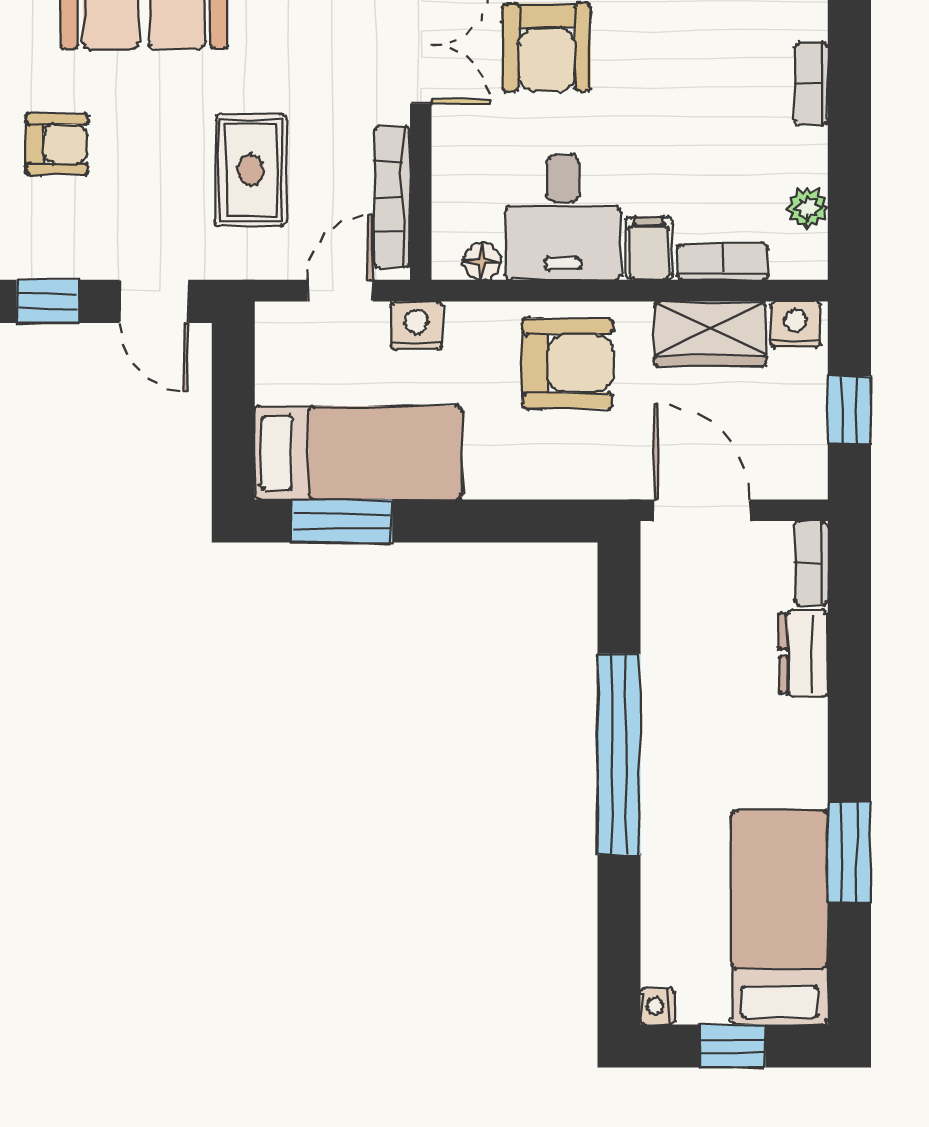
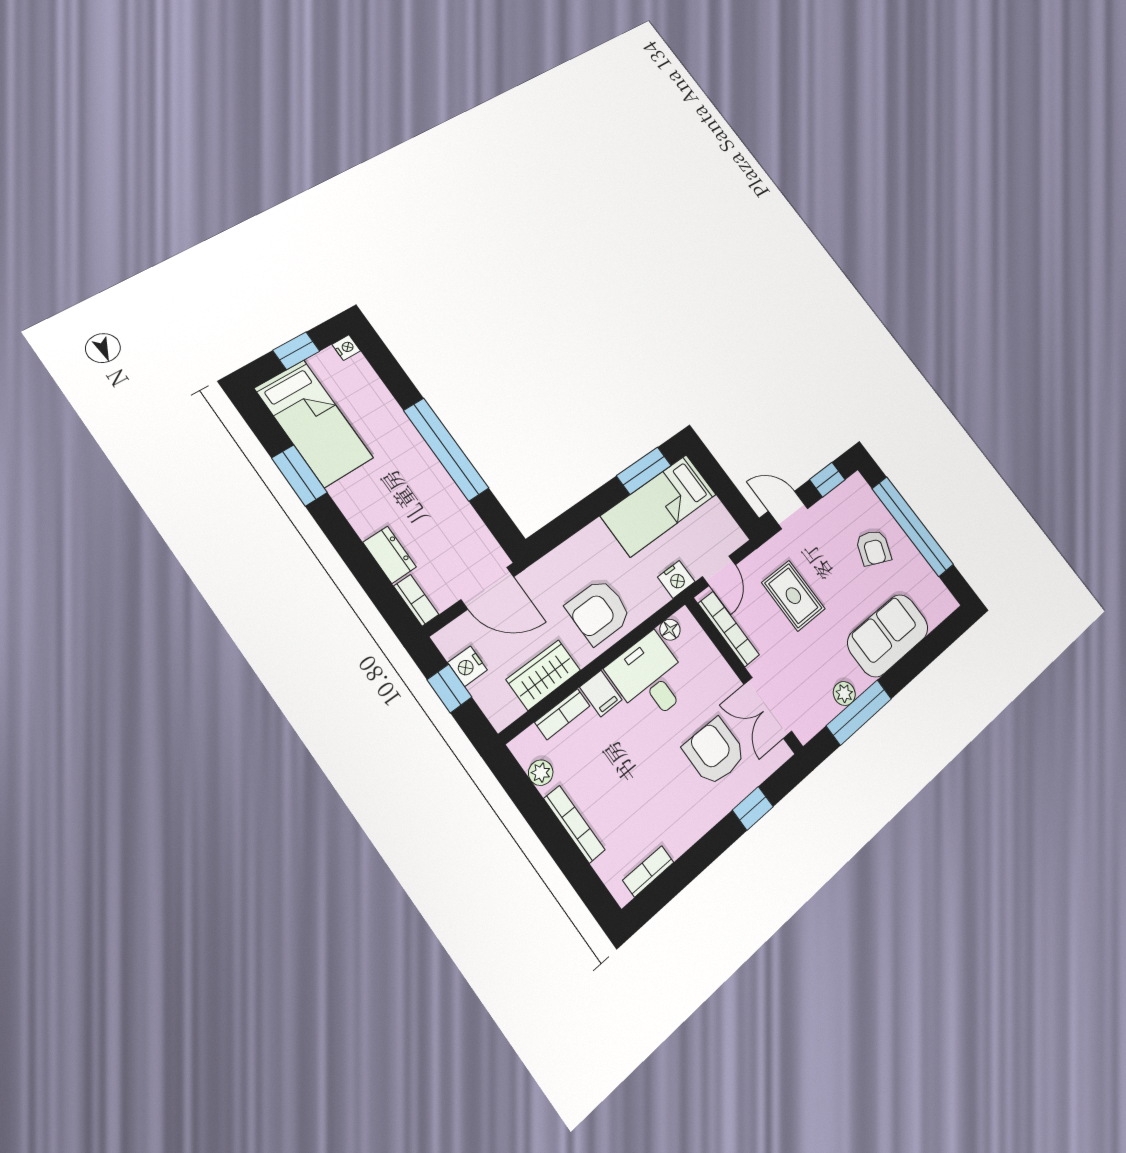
bookcase: (811, 84) -> (574, 824), width x1.56
armchair: (57, 144) -> (874, 548), turned -67
nightstand: (795, 324) -> (468, 666), moved, turned 90

